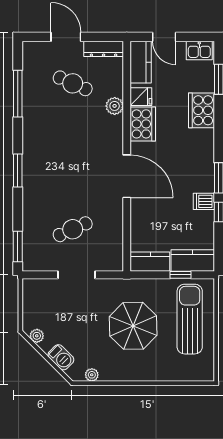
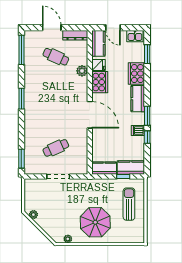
window: (18, 94) -> (21, 50), moved
kitchen counter: (204, 150) -> (138, 99), added
window: (18, 170) -> (21, 99), moved
sun lounger: (190, 319) -> (129, 204), width x0.73, depth x0.75
parasol: (133, 326) -> (95, 222), moved
barbecue: (61, 357) -> (48, 228), removed

